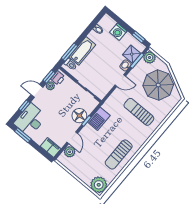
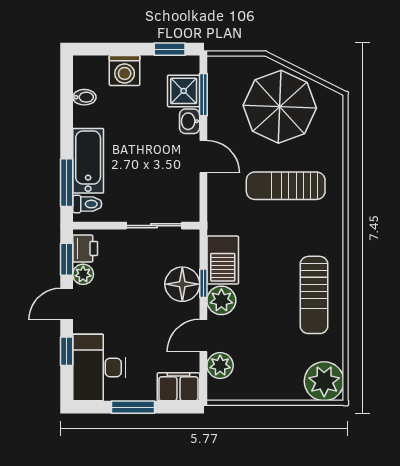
plant: (149, 57) -> (221, 300), moved
door: (120, 80) -> (203, 157), hinge flipped
window: (23, 135) -> (133, 407), moved
door: (72, 138) -> (203, 336), swing flipped

